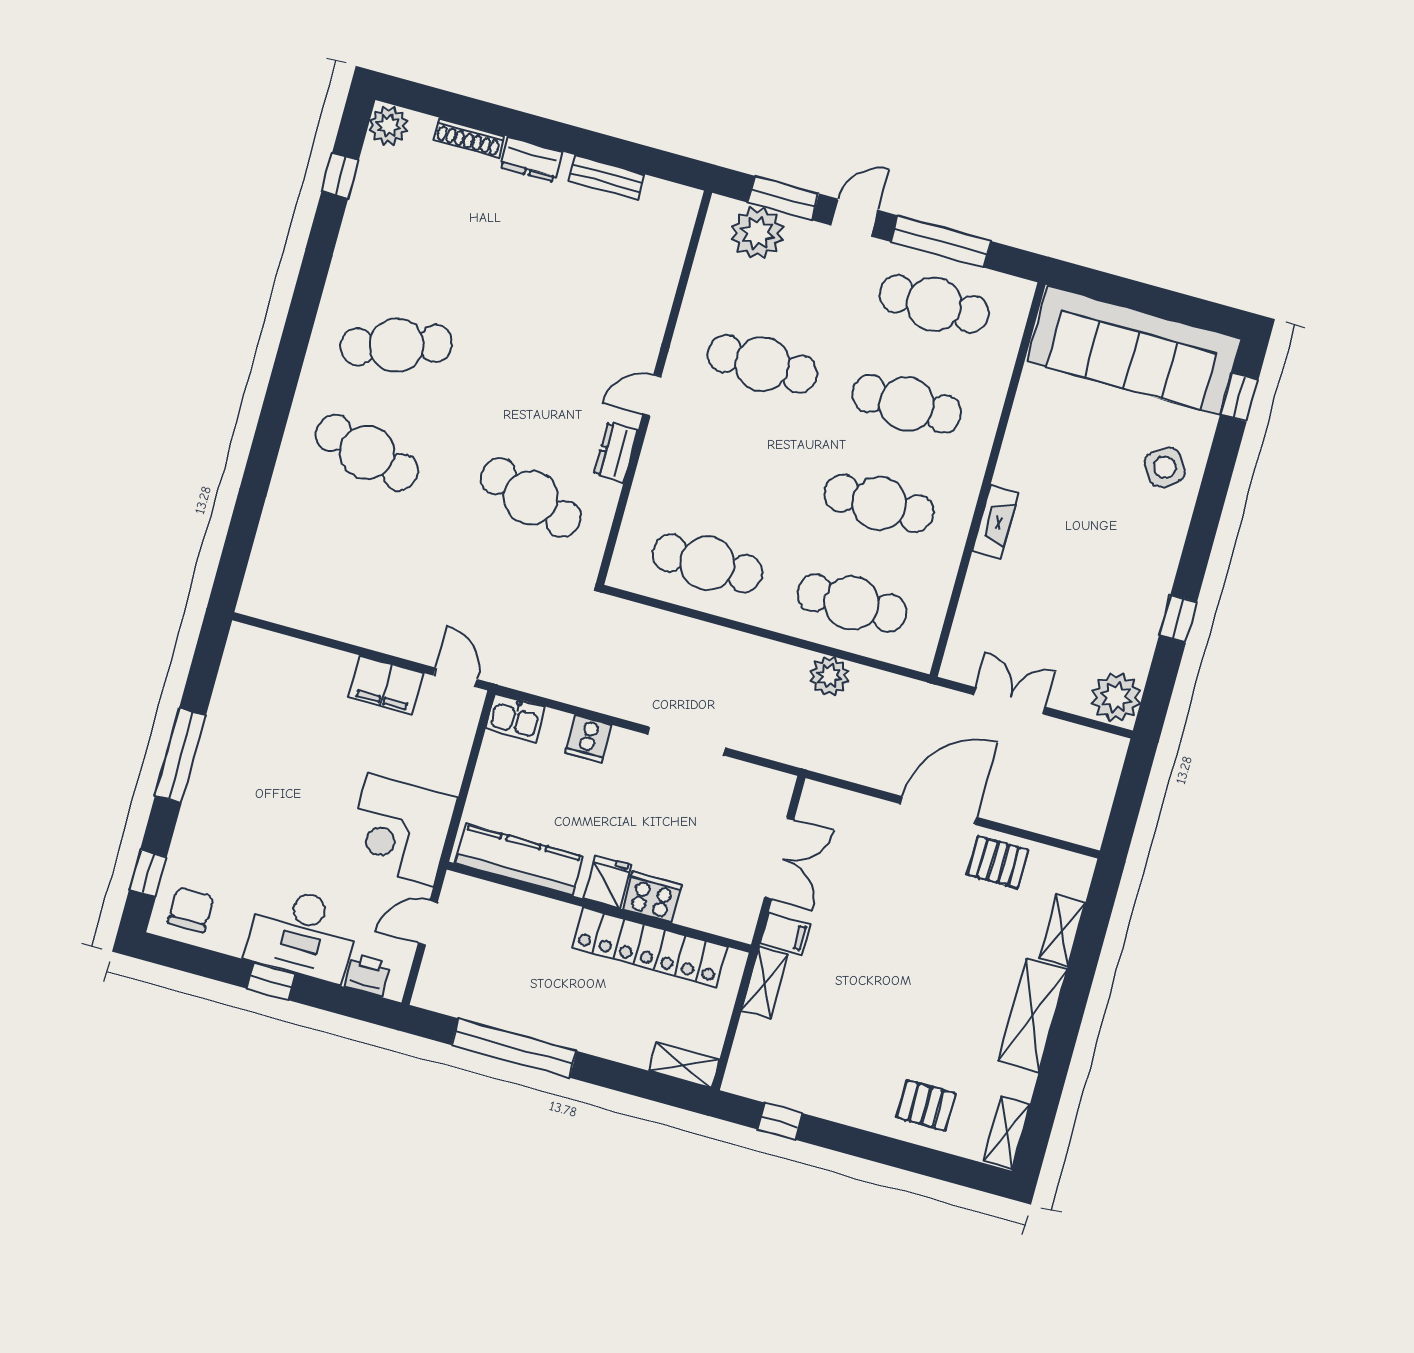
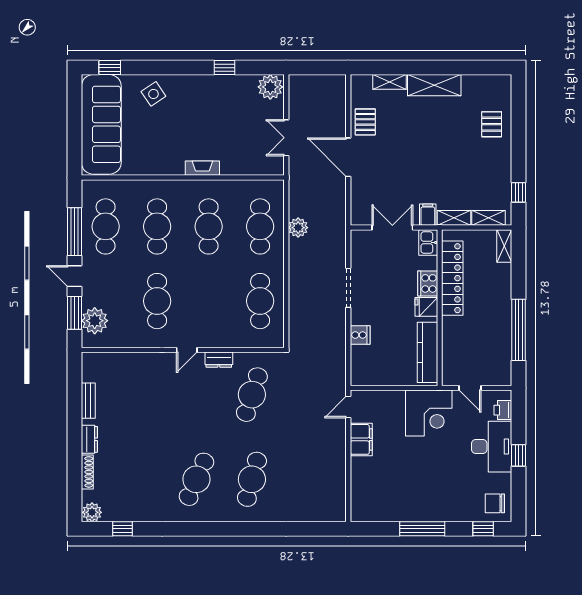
cafe table: (396, 345) -> (196, 479), turned 42
door: (652, 395) -> (187, 350), hinge flipped
kitchen sink: (515, 718) -> (428, 243), moved, turned 180
shelving: (1007, 1132) -> (489, 218), moved

